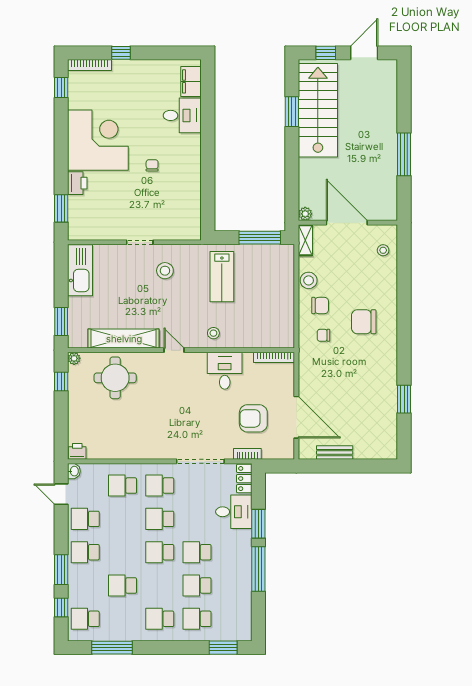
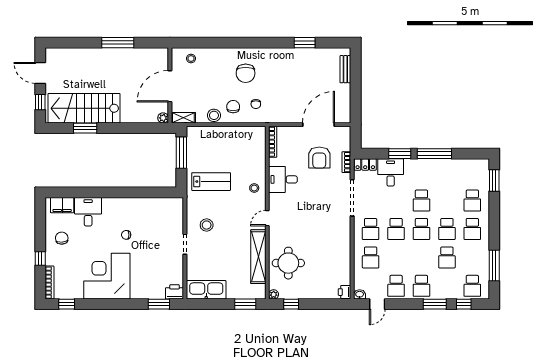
chair: (148, 81) -> (62, 238), added
printer: (77, 183) -> (175, 292), moved
bench: (335, 453) -> (345, 69), moved
school desk: (197, 586) -> (447, 229), moved

